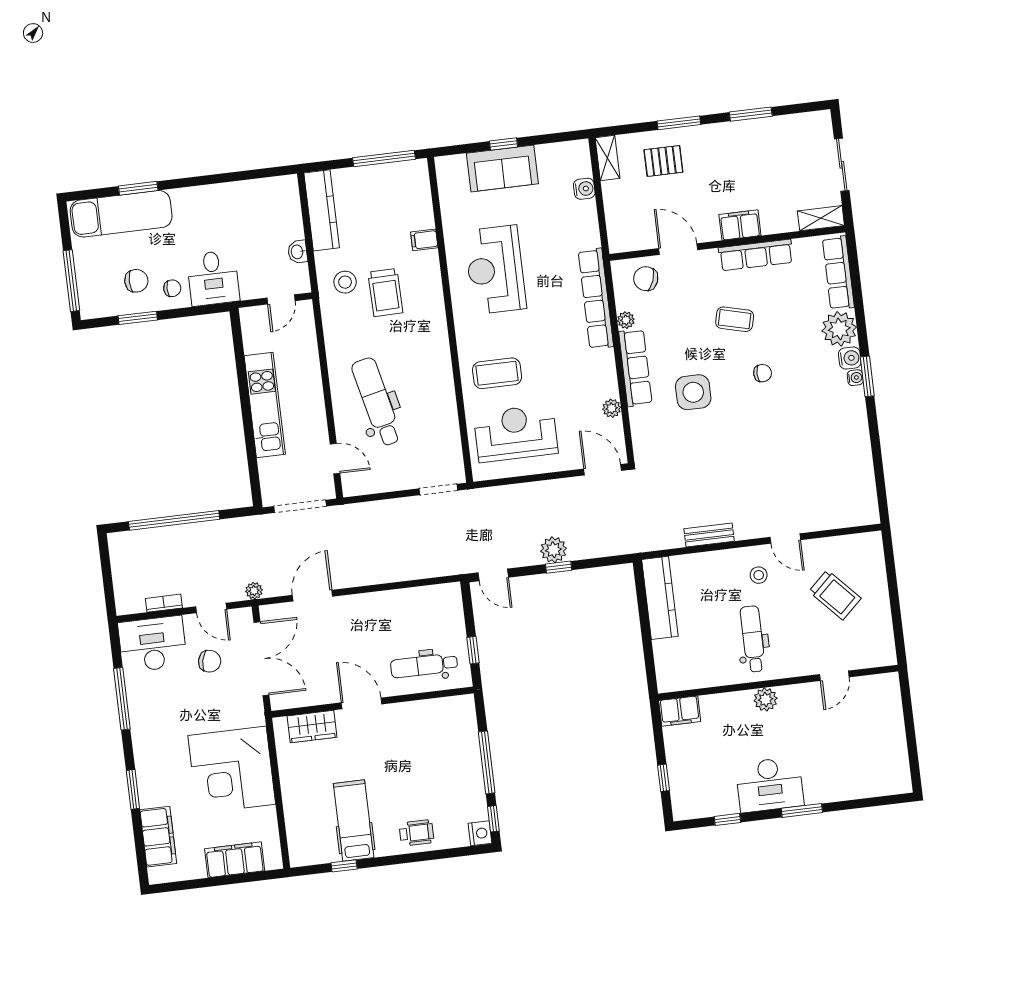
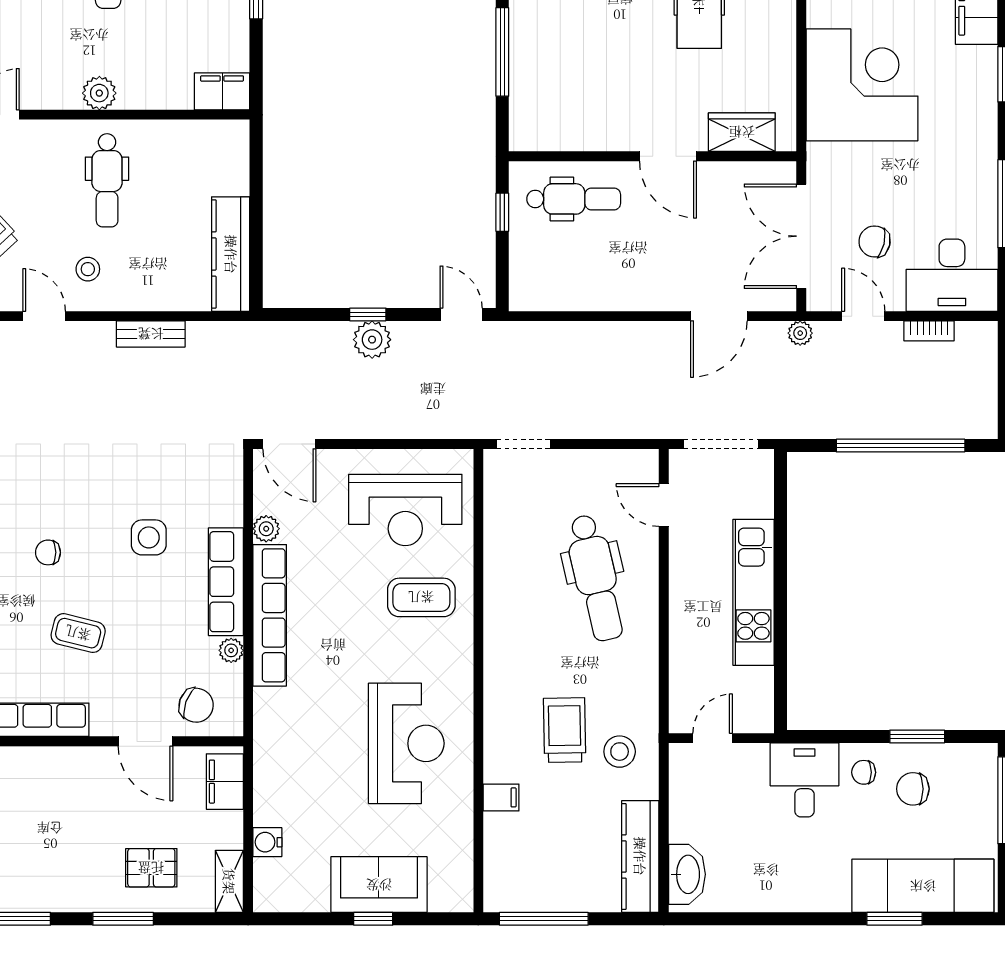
filing cabinet: (740, 225) -> (225, 782), moved, turned 90
washbasin: (298, 252) -> (687, 874), moved, width x1.91, depth x1.45
row of seats: (596, 299) -> (270, 615), moved
side table: (693, 392) -> (149, 537), width x0.73, depth x0.73

